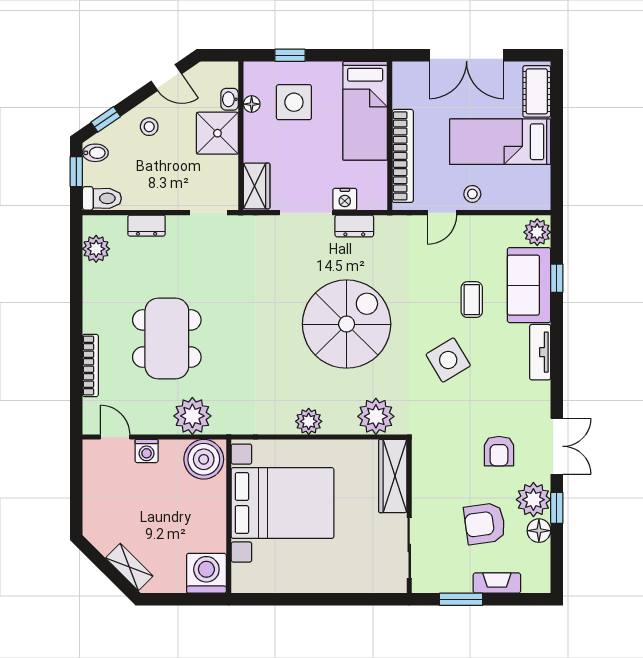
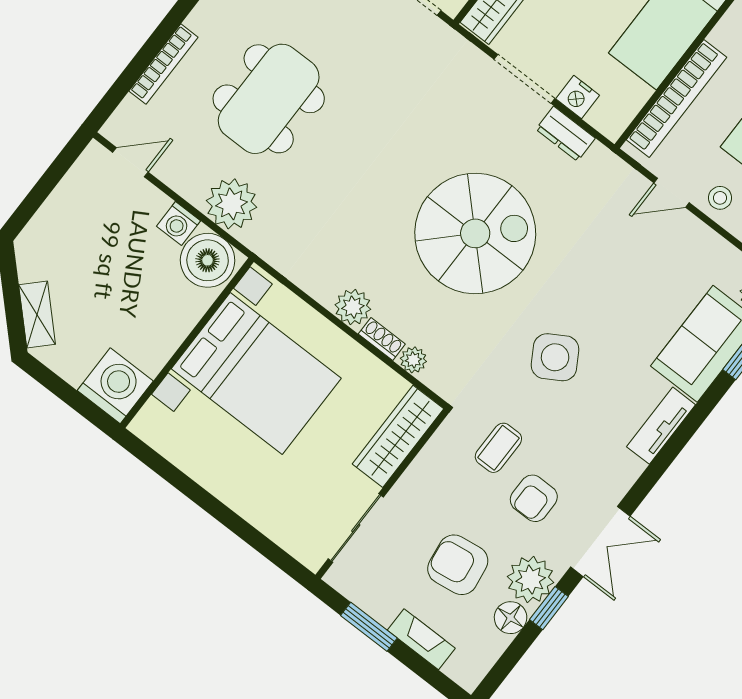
coffee table: (472, 300) -> (498, 448), moved
plant: (376, 416) -> (413, 360), width x0.53, depth x0.53
shoe rack: (340, 427) -> (382, 339), added
door: (115, 437) -> (130, 162), hinge flipped
washing machine: (147, 451) -> (178, 223), moved

